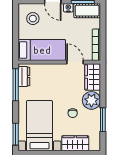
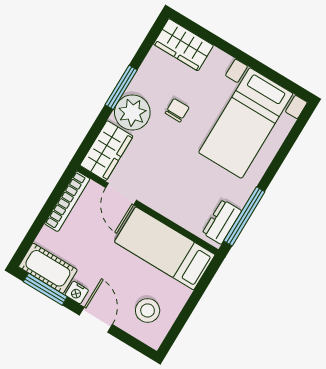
window: (103, 120) -> (121, 87), moved
window: (16, 134) -> (295, 133), removed
wardrobe: (75, 143) -> (183, 45), moved

